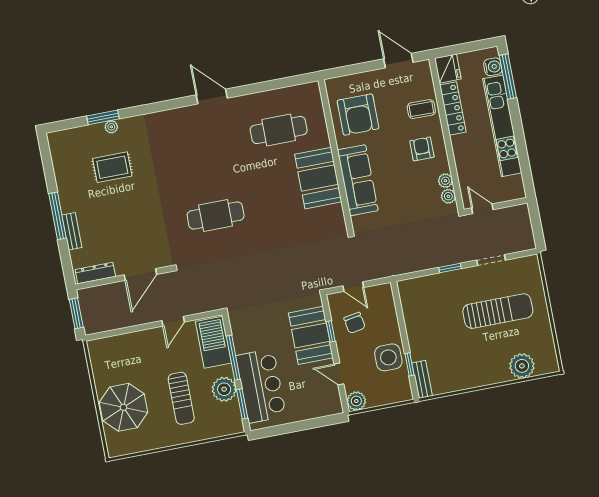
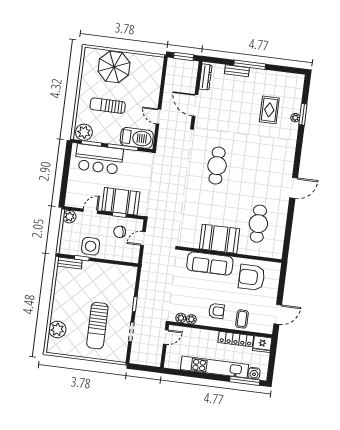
plant: (224, 389) -> (84, 132), moved

